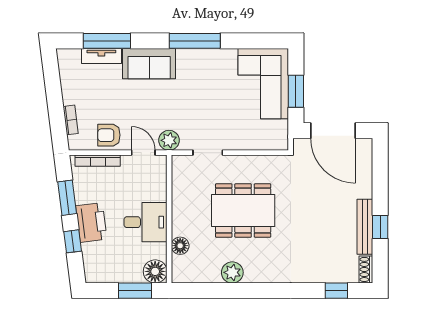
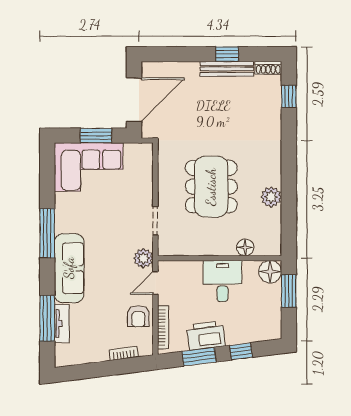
sofa: (149, 64) -> (69, 268), width x1.36
printer: (91, 222) -> (206, 335), moved

